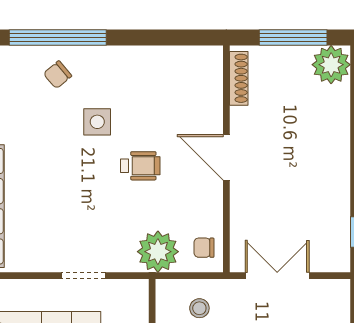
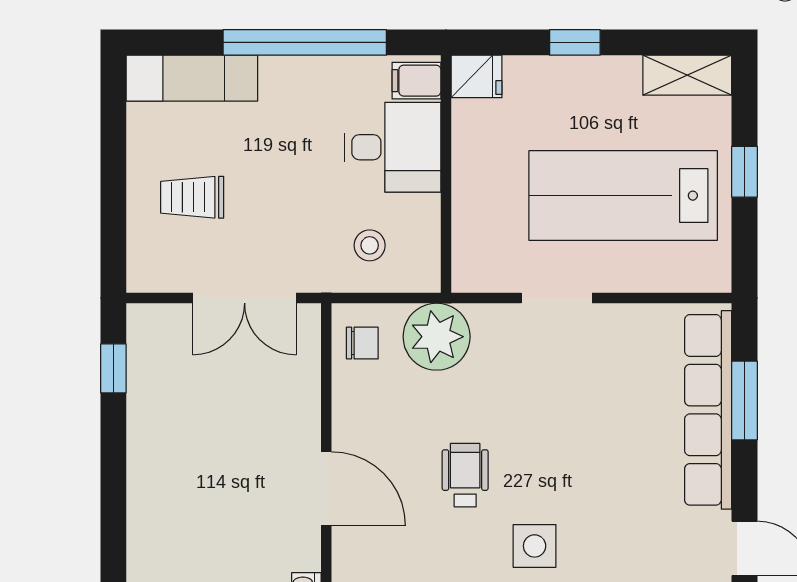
wheelchair: (140, 166) -> (465, 475), turned 90

